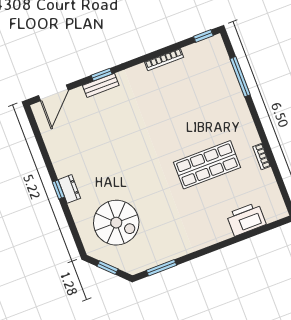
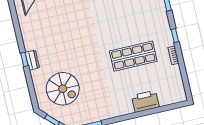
window: (260, 129) -> (175, 36), added
printer: (246, 219) -> (145, 101), moved

